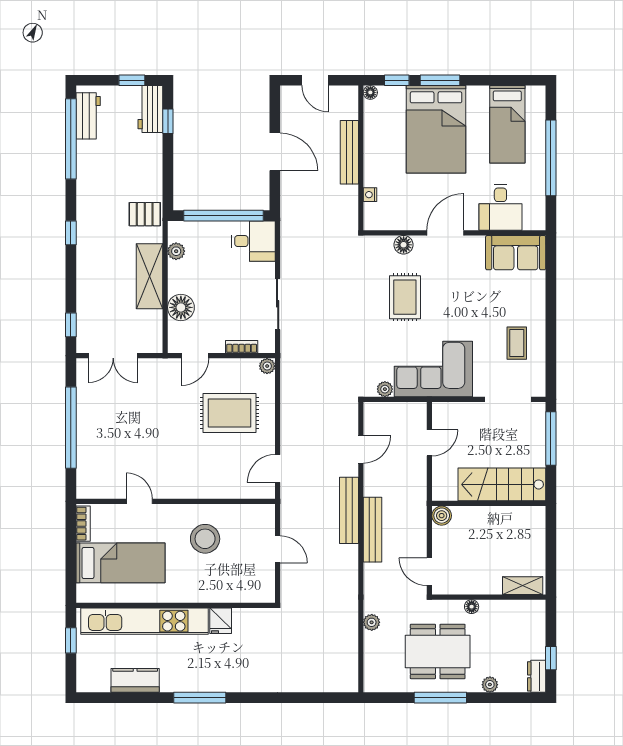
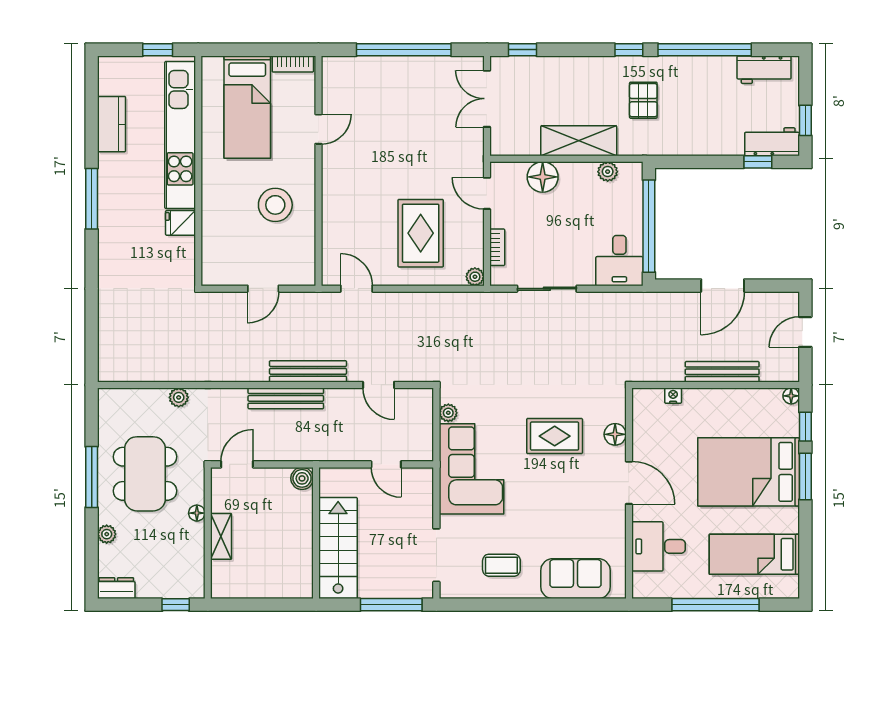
window: (71, 139) -> (705, 50), moved
pallet: (145, 214) -> (643, 100), moved
sofa: (516, 253) -> (576, 579), moved, turned 90
shelving: (523, 586) -> (221, 536), moved
window: (551, 658) -> (176, 605), moved

